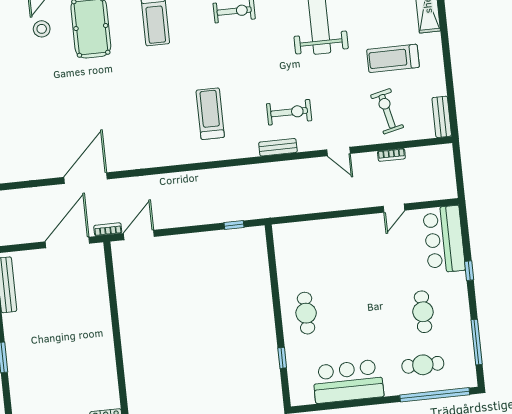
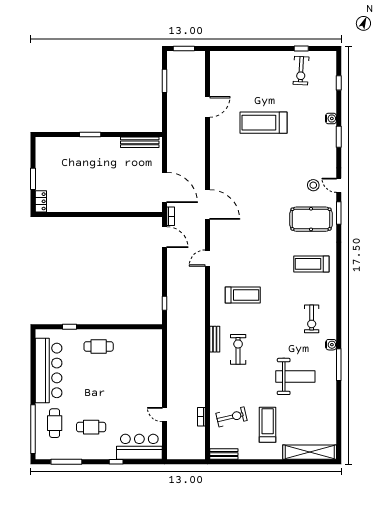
exercise bike: (289, 112) -> (238, 349), turned 180
door: (339, 152) -> (207, 258), moved
bar counter: (348, 381) -> (49, 370), width x1.36

